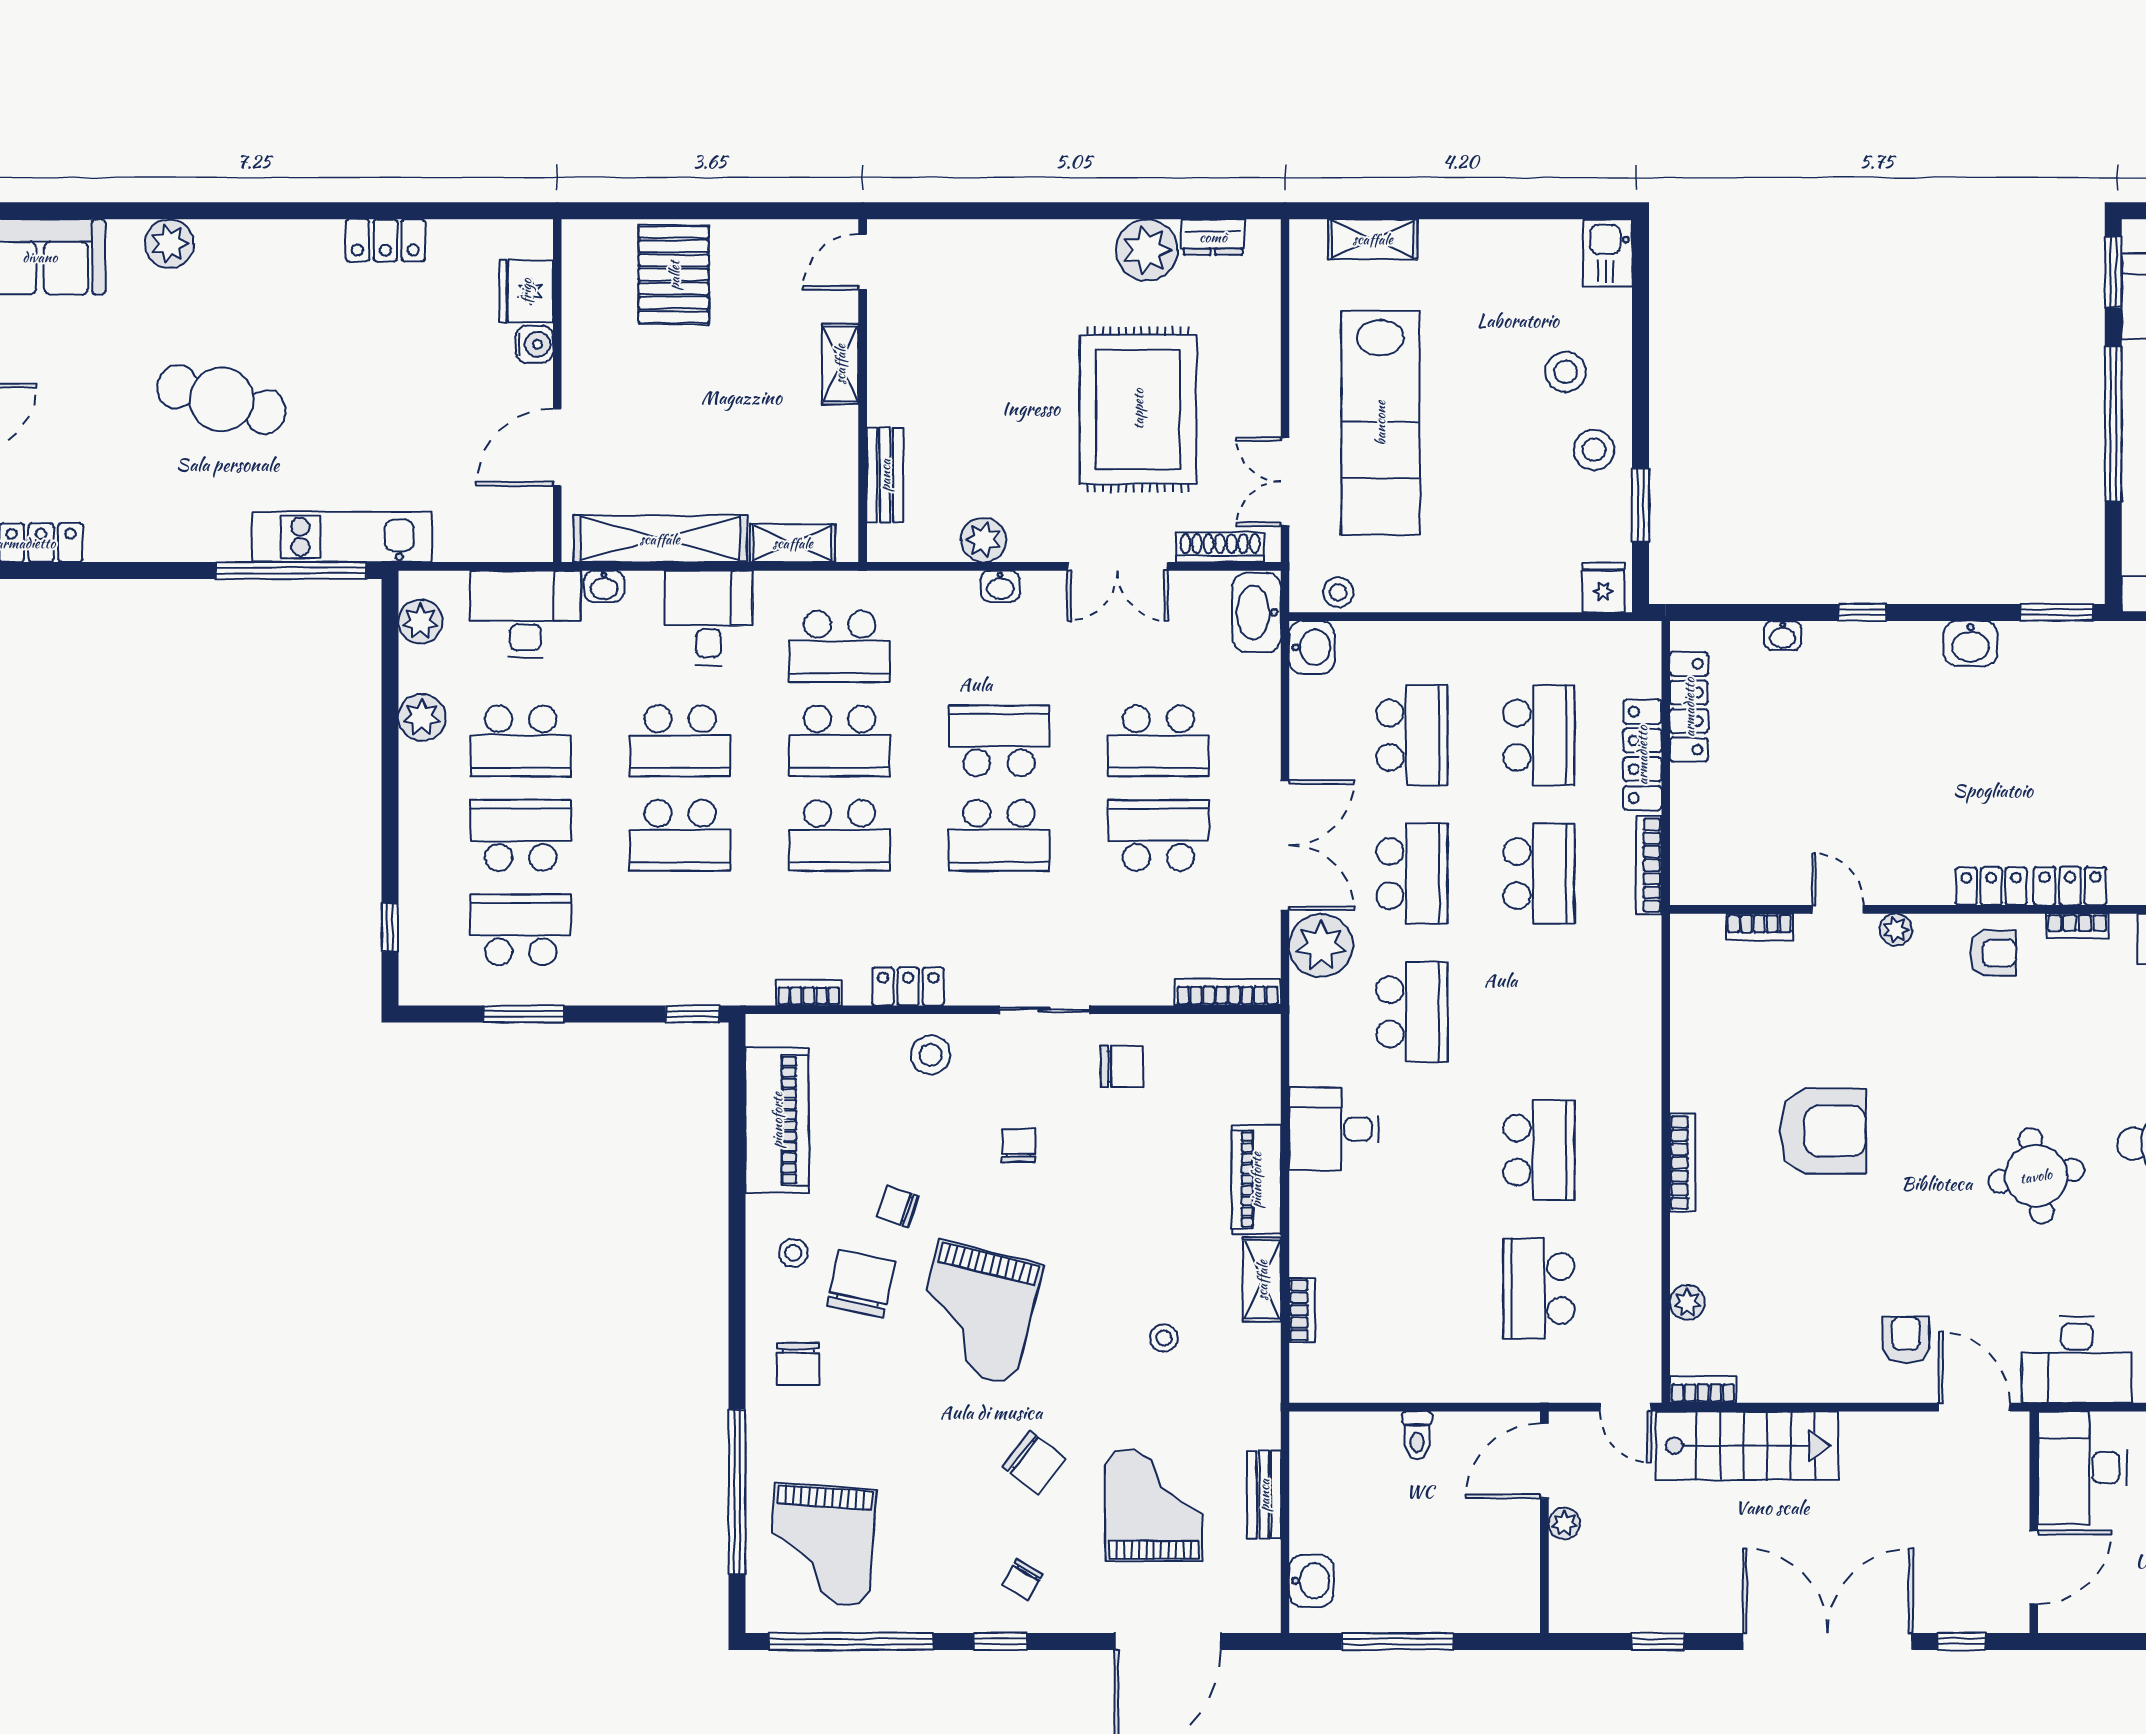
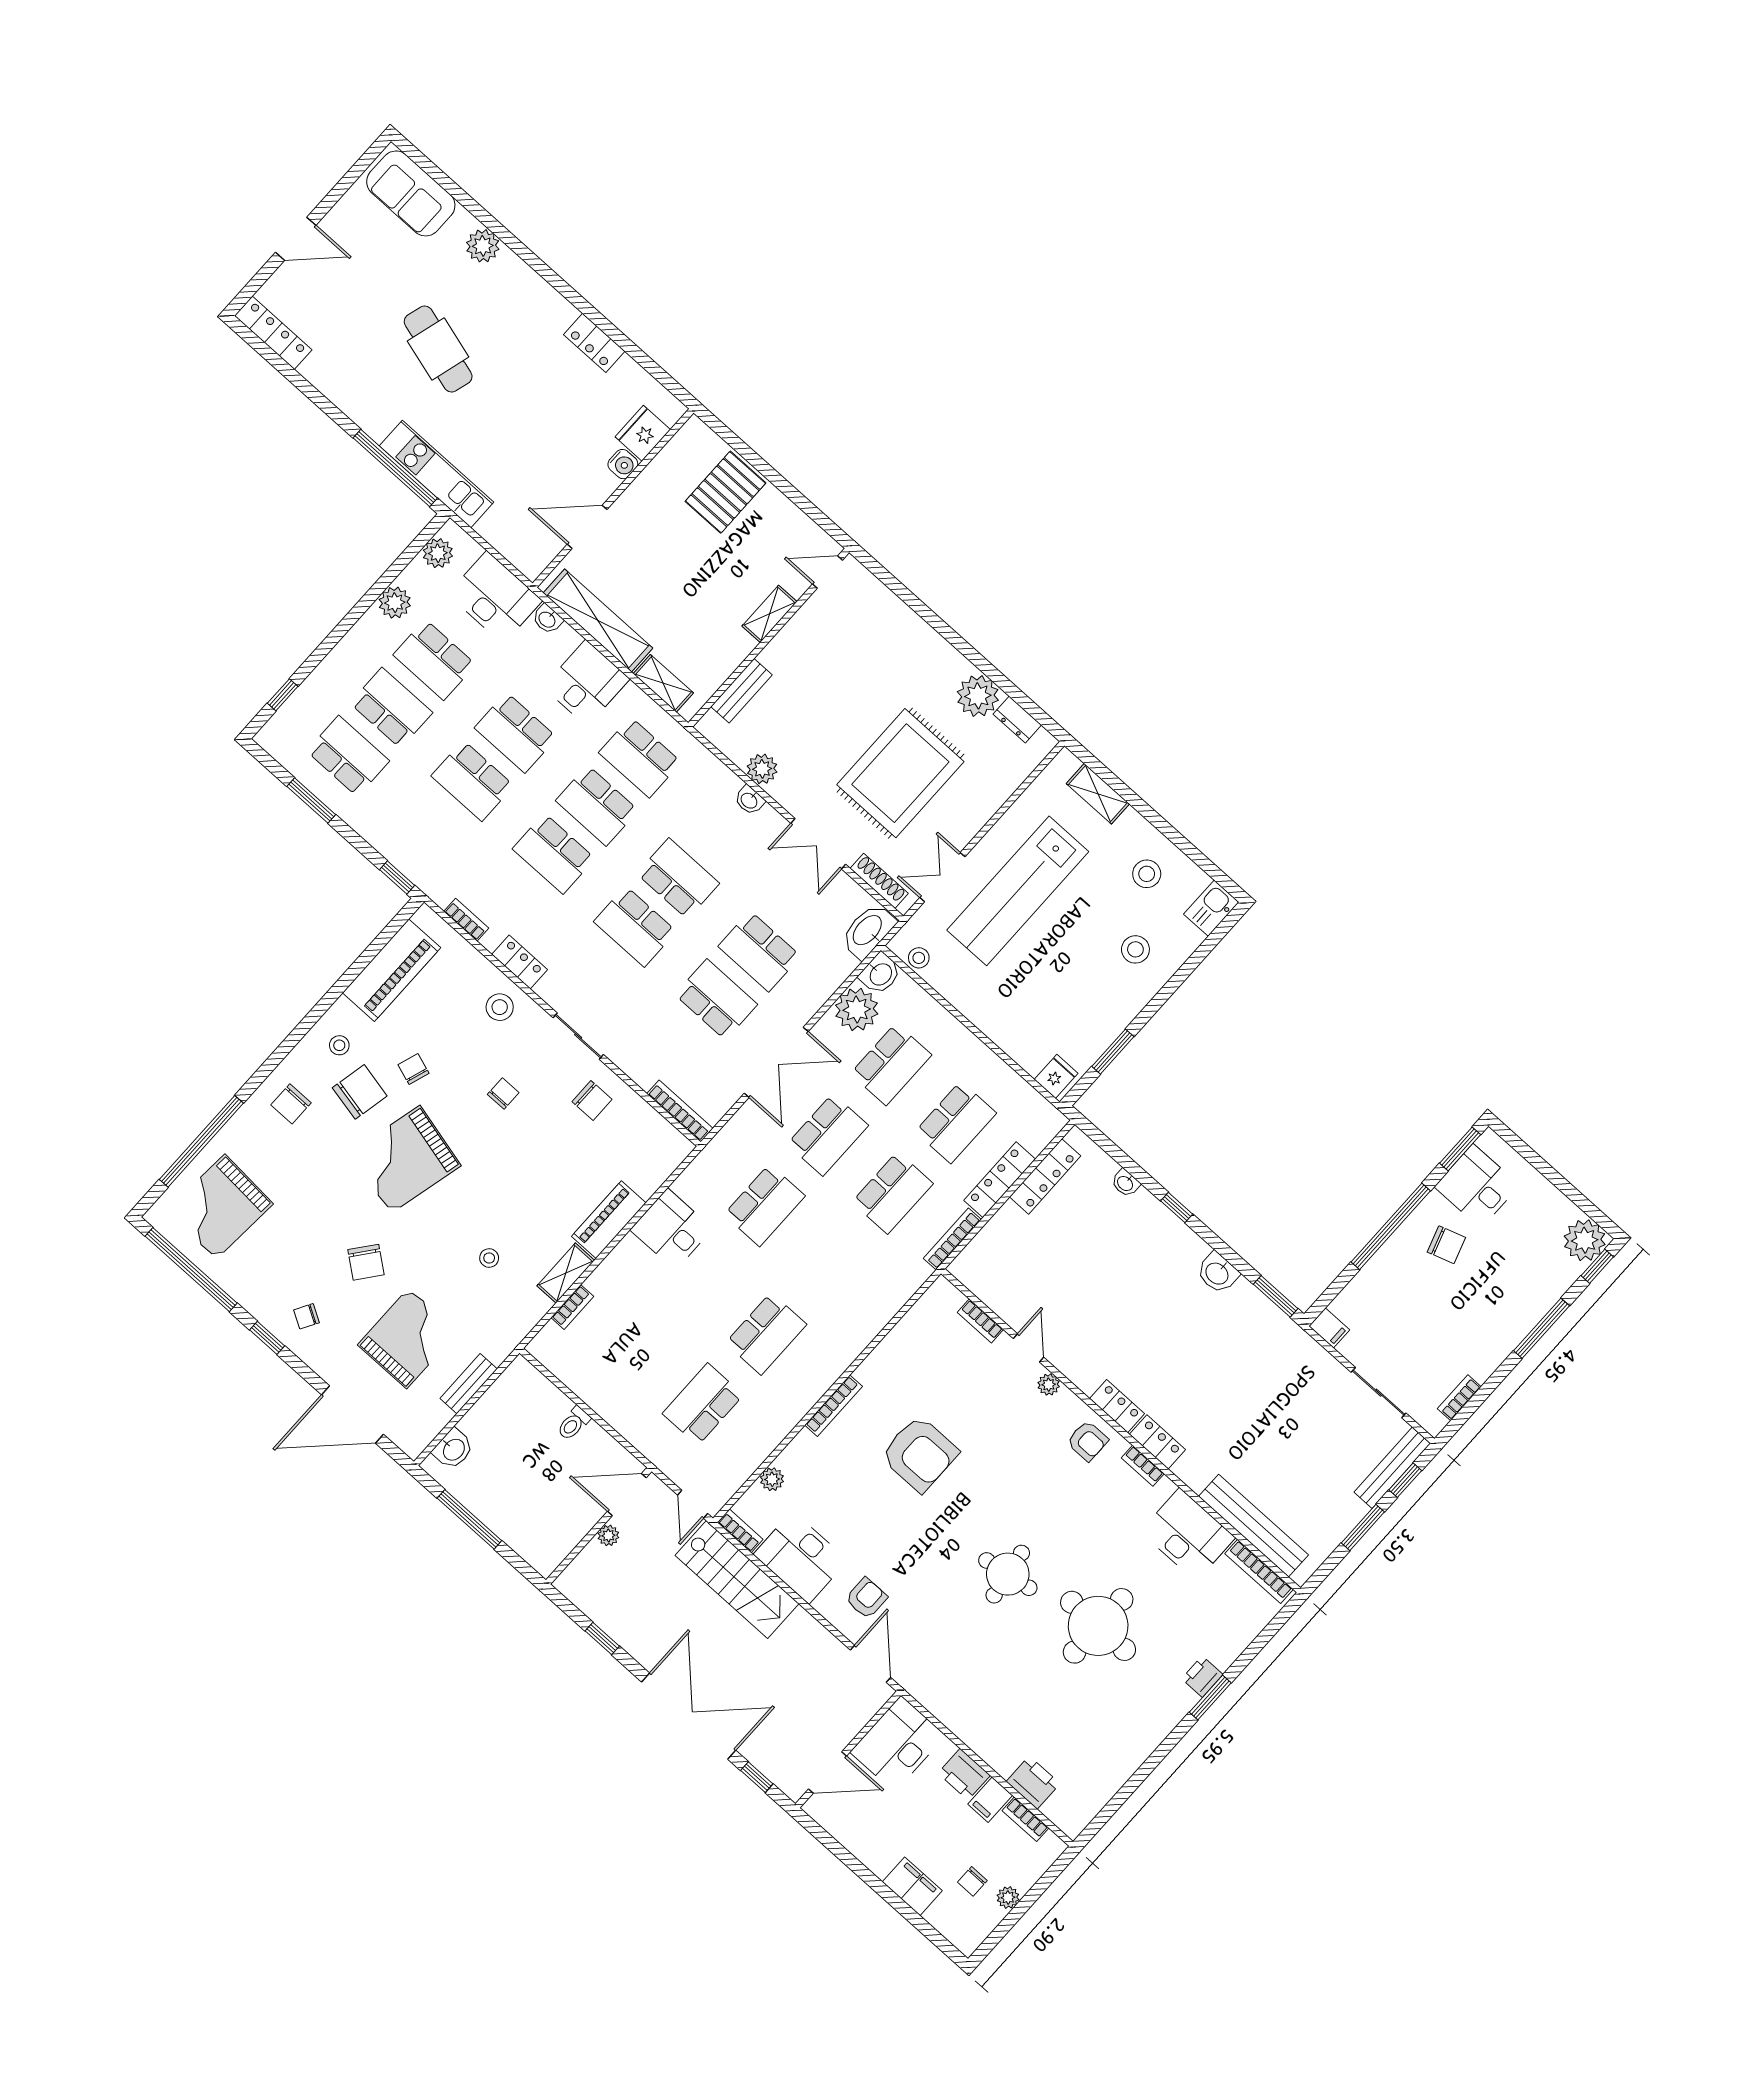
stool: (1594, 450) -> (1147, 874), moved
plant: (1321, 946) -> (857, 1010), moved
desk: (2077, 1360) -> (801, 1557), moved

